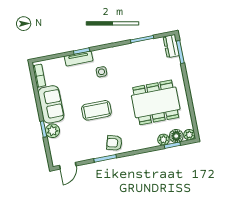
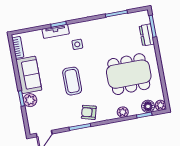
dresser: (171, 46) -> (147, 35), moved
coffee table: (96, 110) -> (72, 81), turned 90
plant: (163, 140) -> (123, 112), moved

